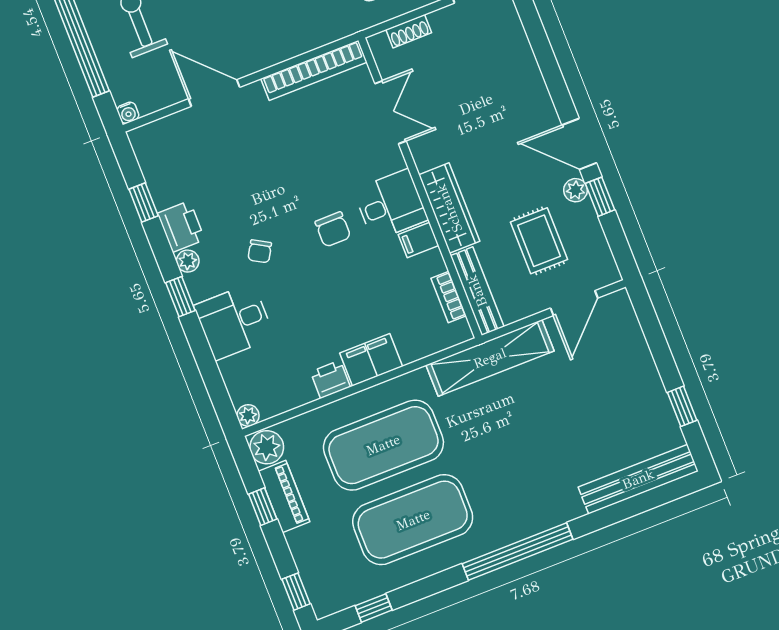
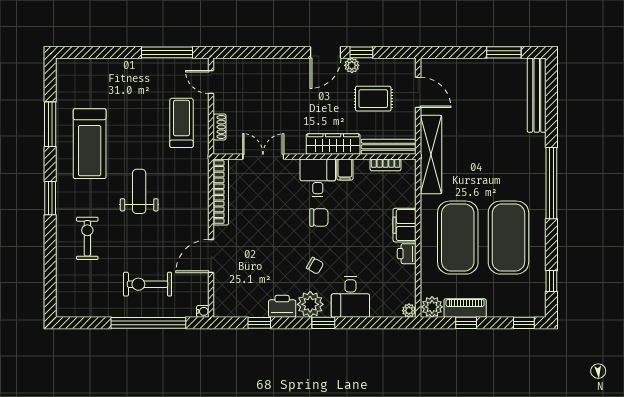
plant: (188, 261) -> (310, 304), width x1.88, depth x1.88
window: (682, 406) -> (504, 52), width x1.50

